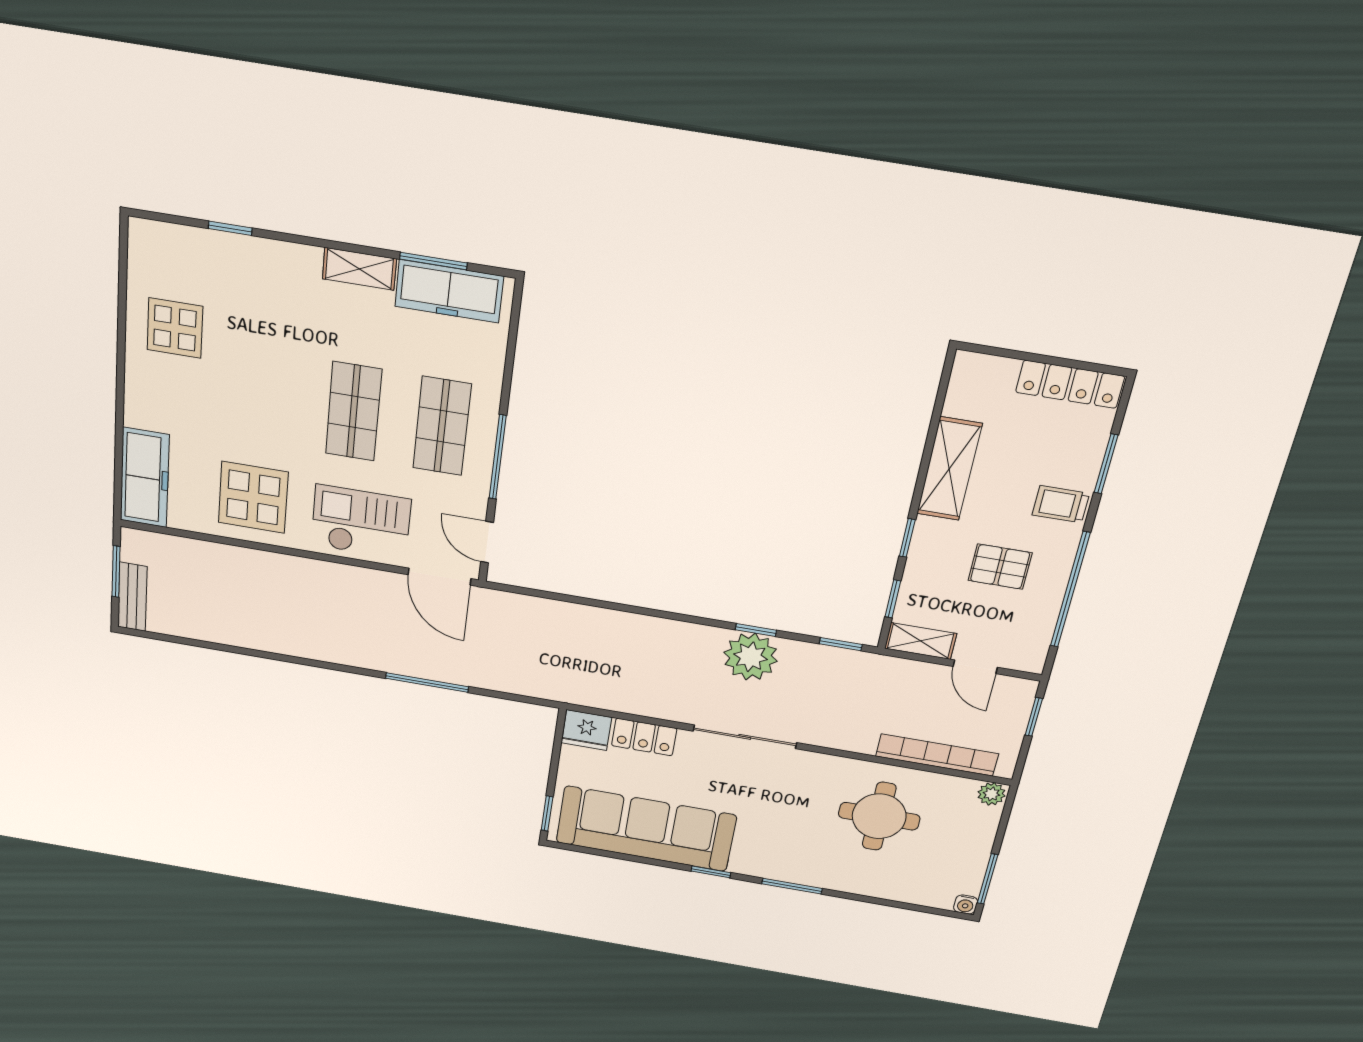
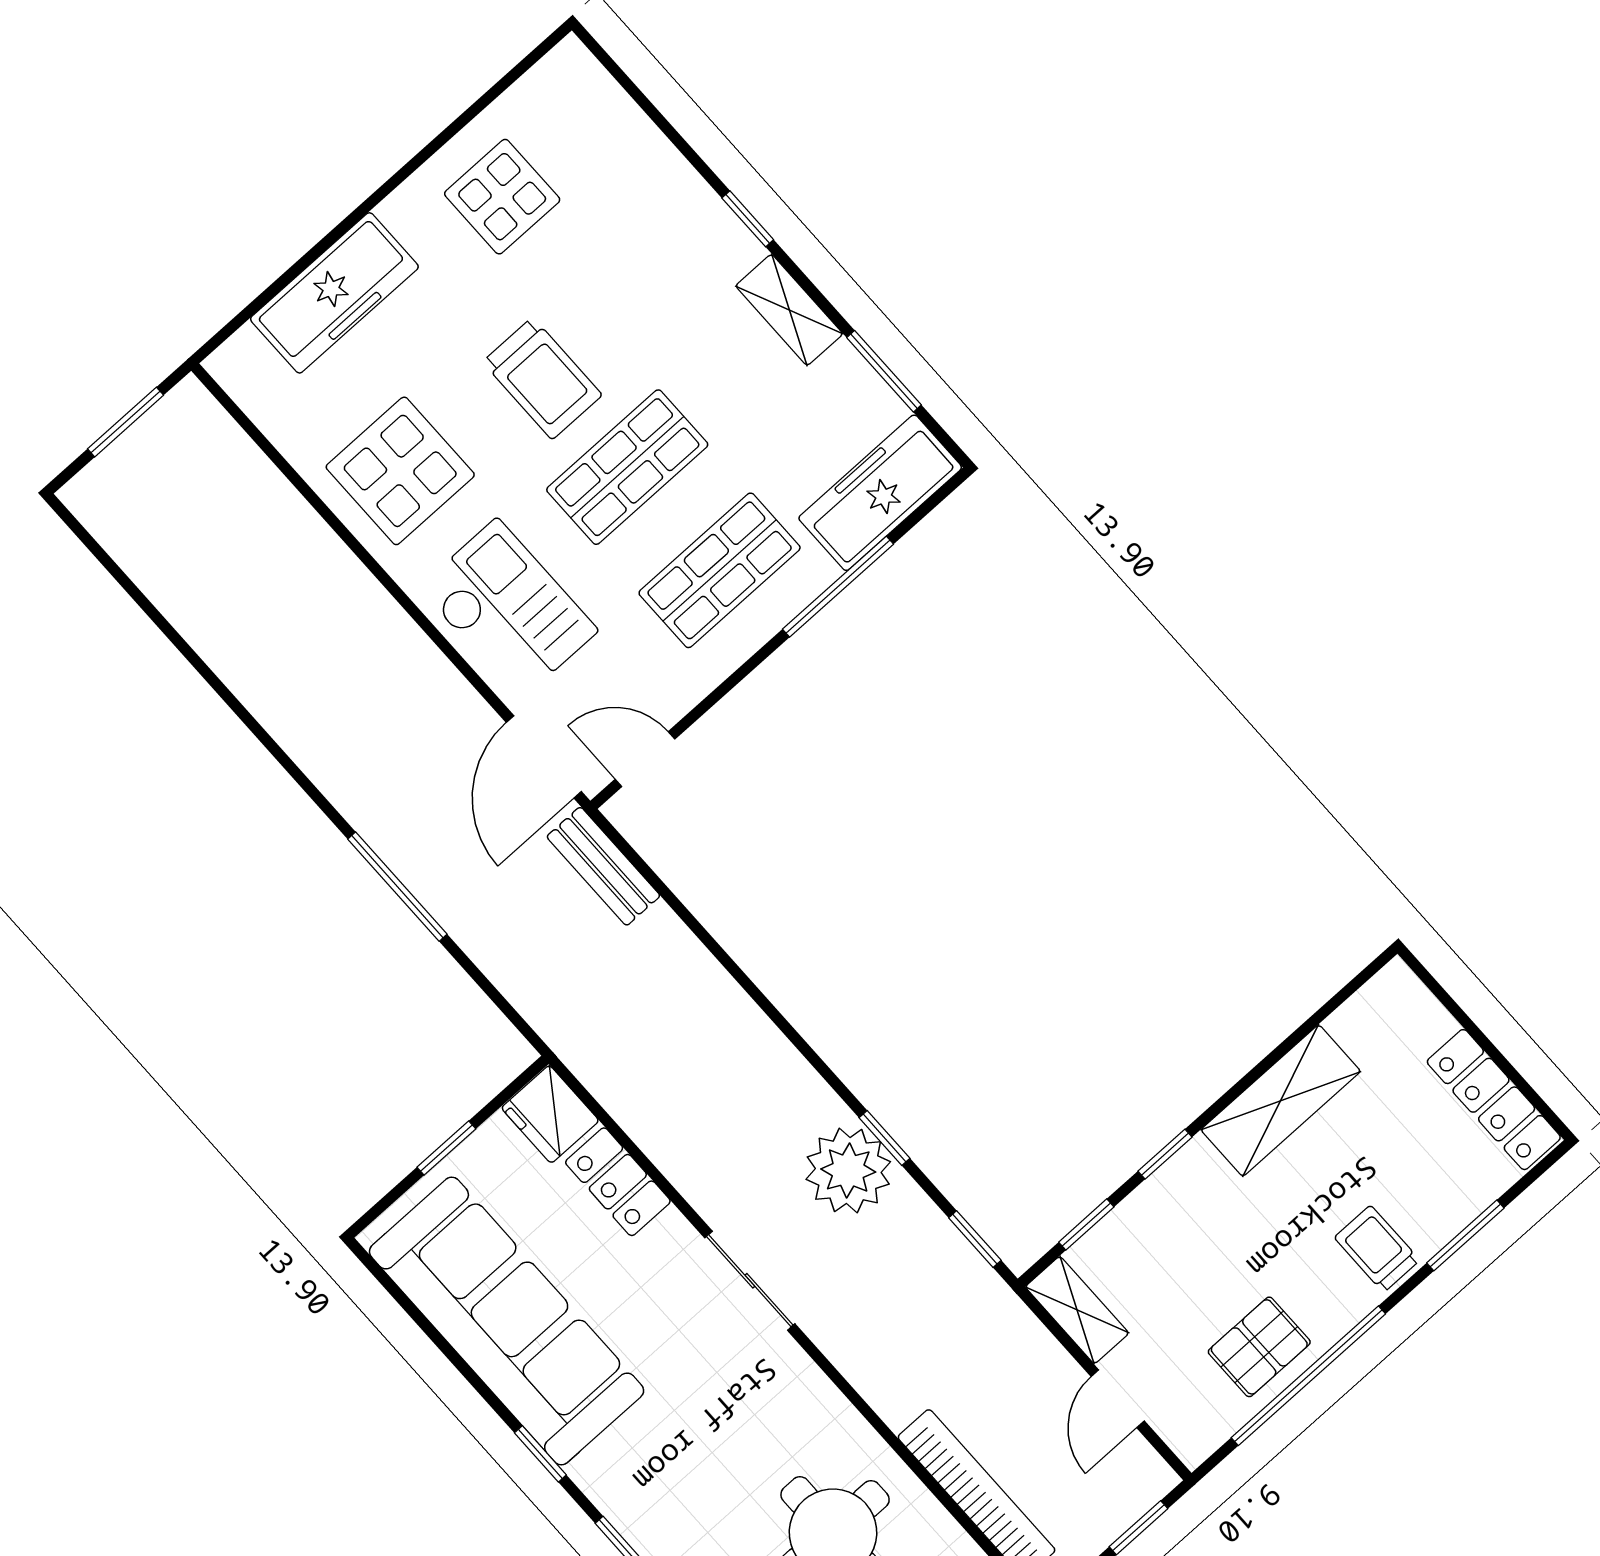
window: (230, 228) -> (748, 219), moved
freezer: (449, 291) -> (880, 493), moved, turned 90
trolley: (275, 401) -> (542, 378), added
window: (498, 457) -> (838, 587), moved
freezer: (145, 478) -> (334, 293), moved
door: (487, 542) -> (645, 759), hinge flipped
pallet: (1000, 567) -> (1259, 1347), moved, turned 90
bench: (132, 597) -> (603, 866), moved, turned 90
sliding door: (745, 737) -> (750, 1281), width x0.73
window: (547, 813) -> (446, 1148), moved

